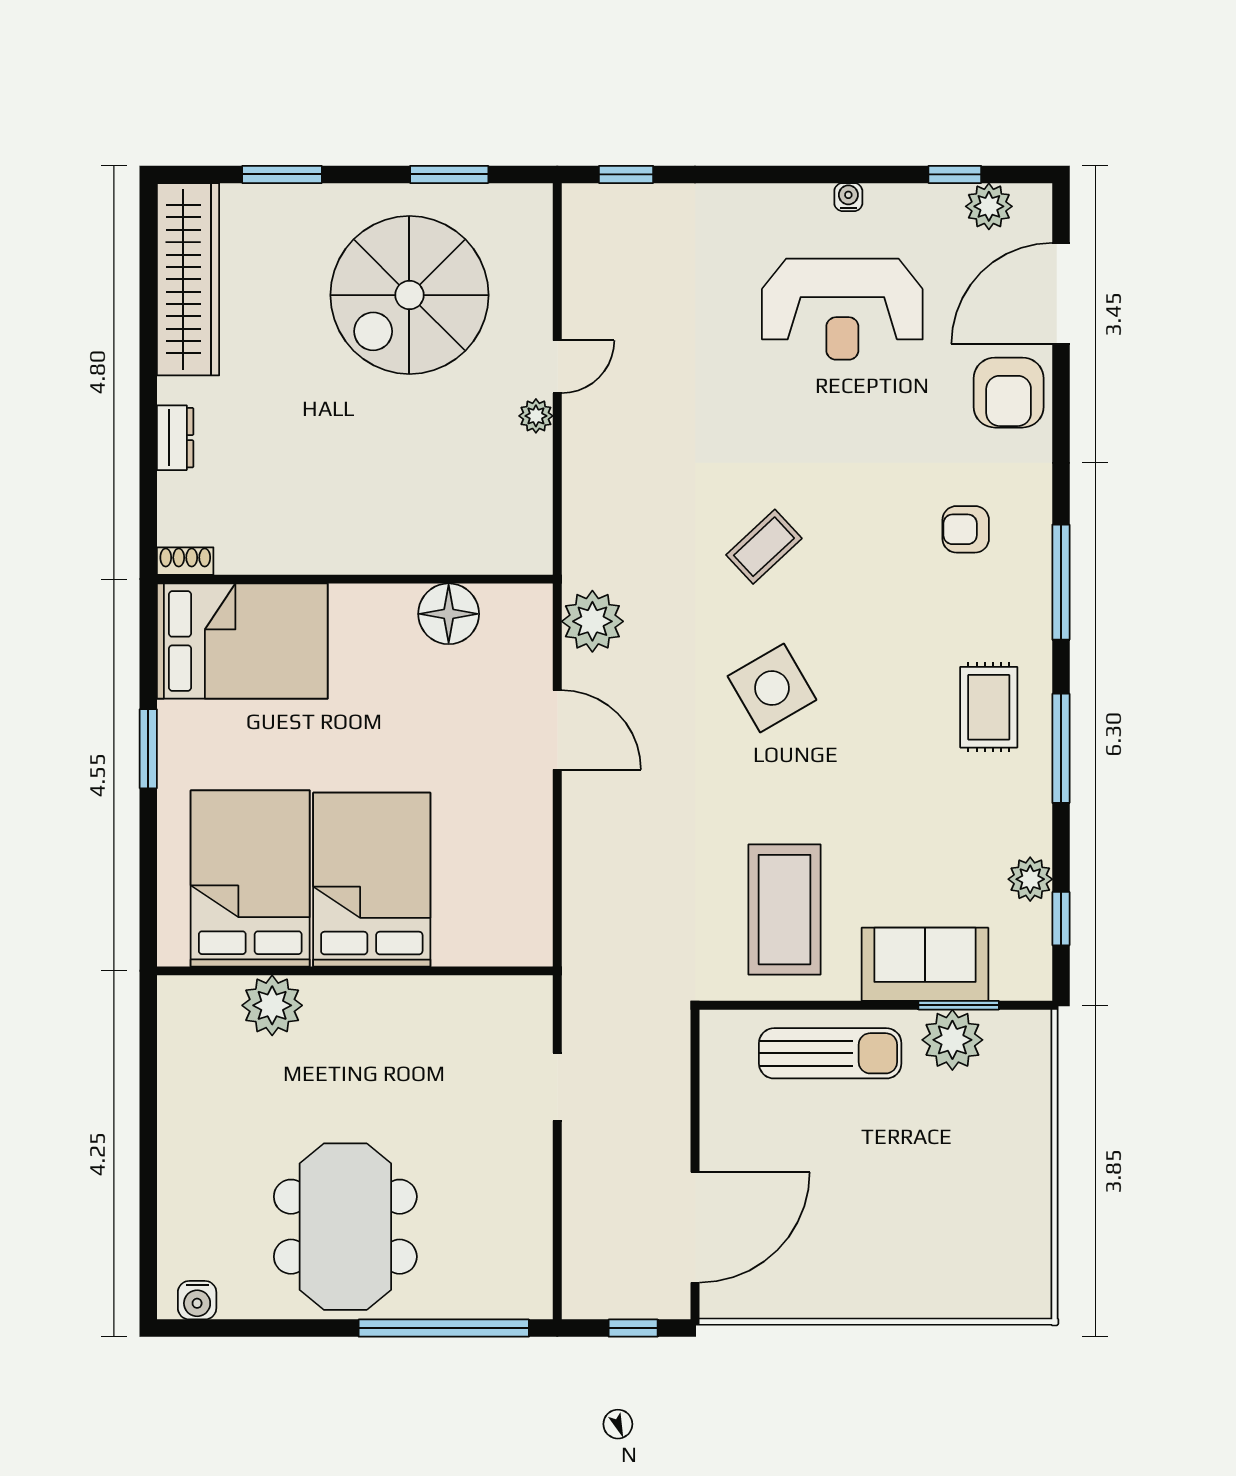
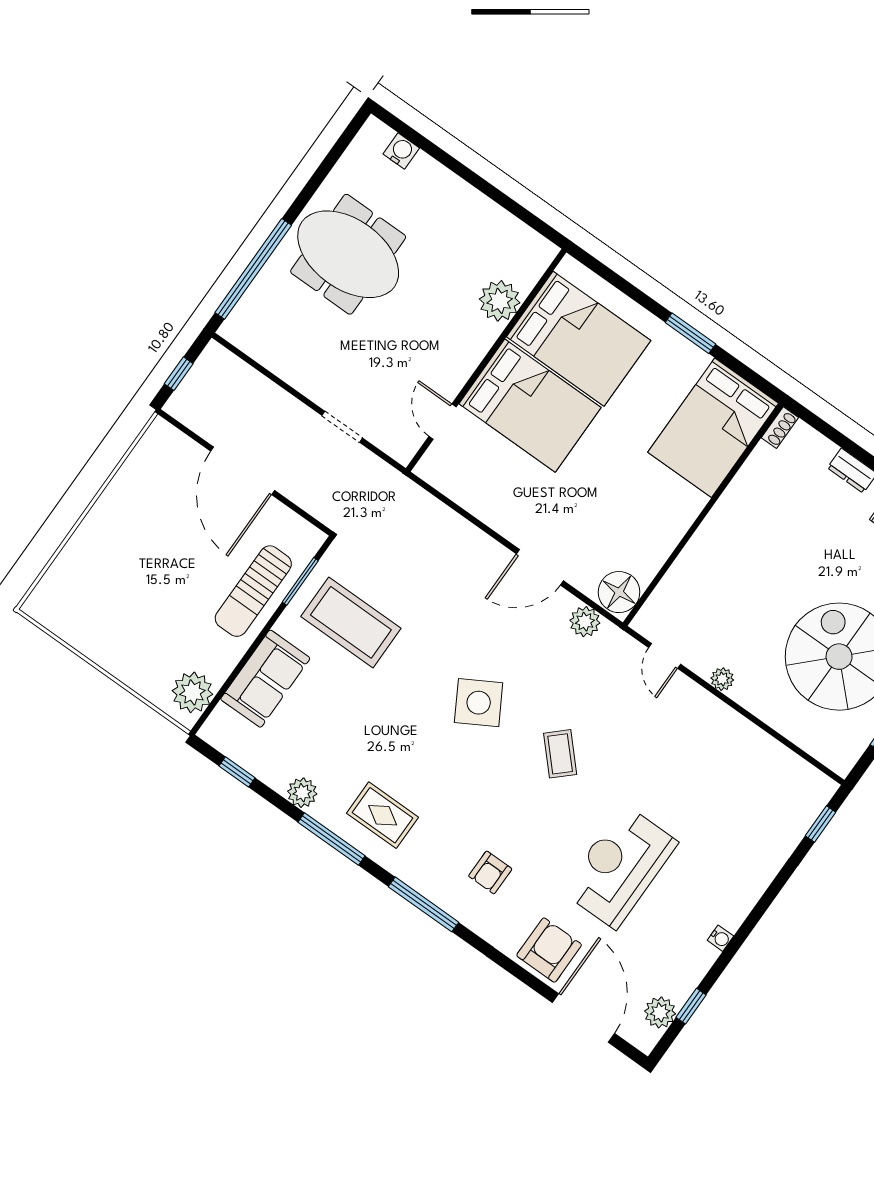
reception desk: (842, 309) -> (620, 867), moved
door: (557, 367) -> (665, 656), moved
armchair: (1009, 393) -> (549, 950), turned 90
armchair: (966, 529) -> (490, 872), turned 180
floor lamp: (449, 614) -> (619, 592), moved
plant: (592, 621) -> (585, 622), width x0.73, depth x0.73
plant: (1030, 879) -> (302, 793), moved
door: (466, 971) -> (443, 422), added
window: (959, 1005) -> (300, 581), moved
plant: (952, 1040) -> (192, 692), moved
door: (695, 1227) -> (243, 471), moved
water cooler: (197, 1300) -> (401, 151), moved, turned 90

